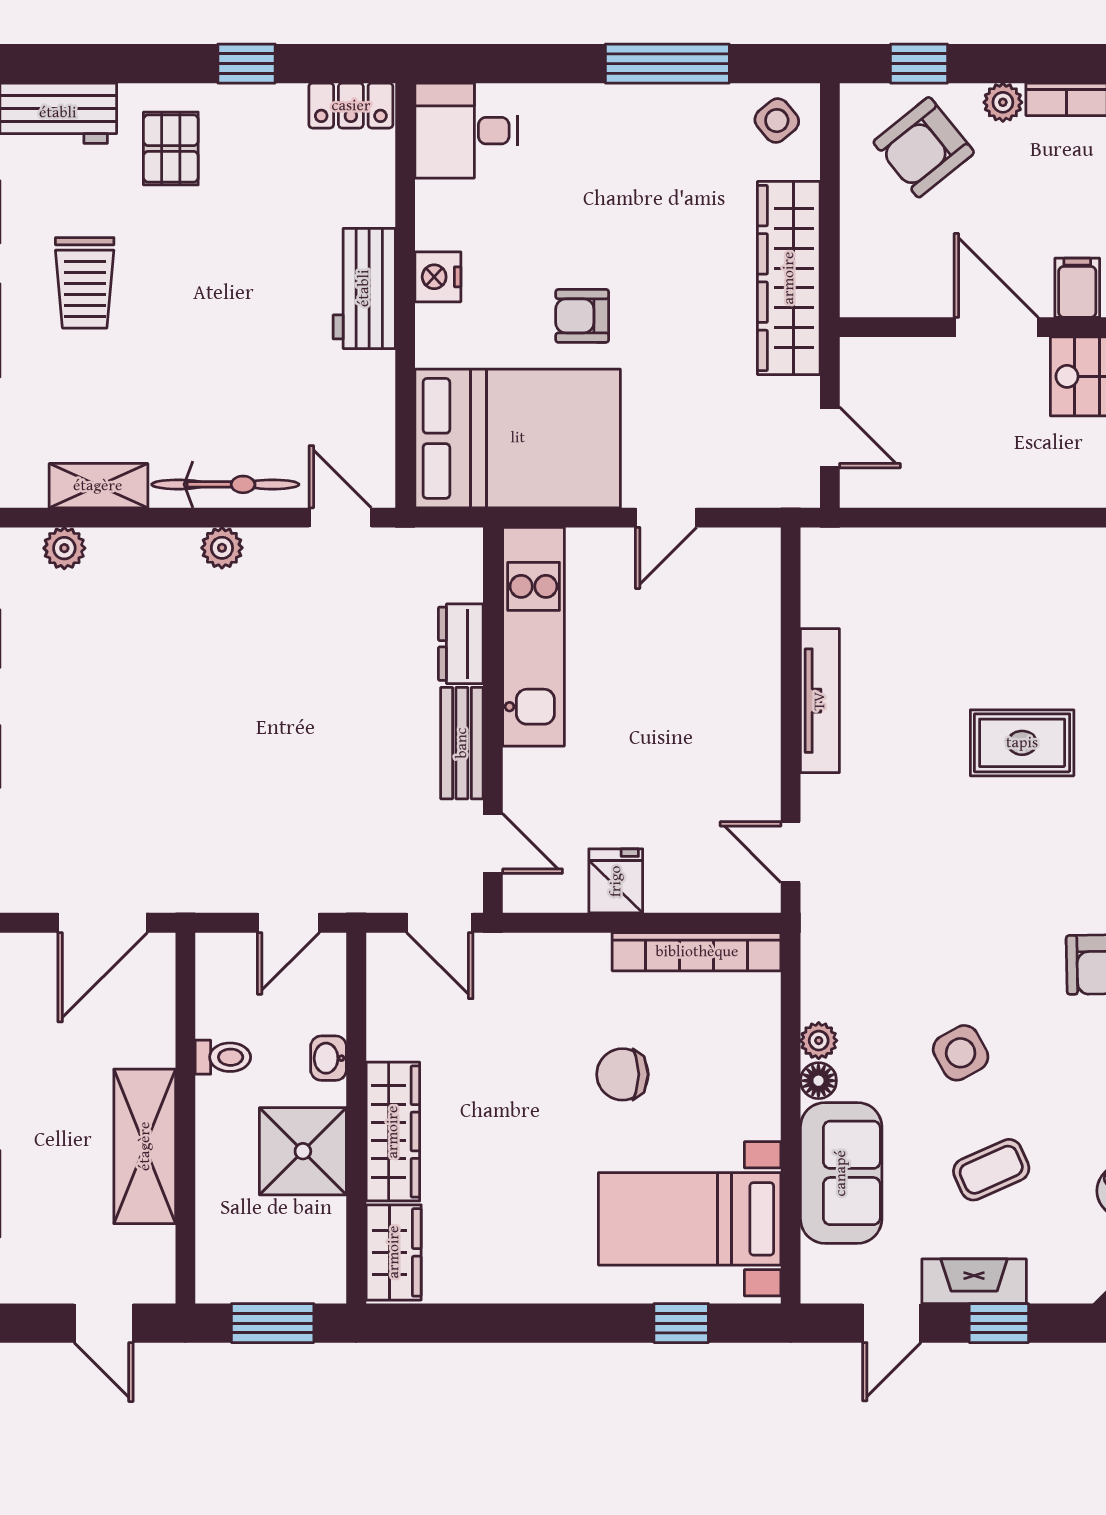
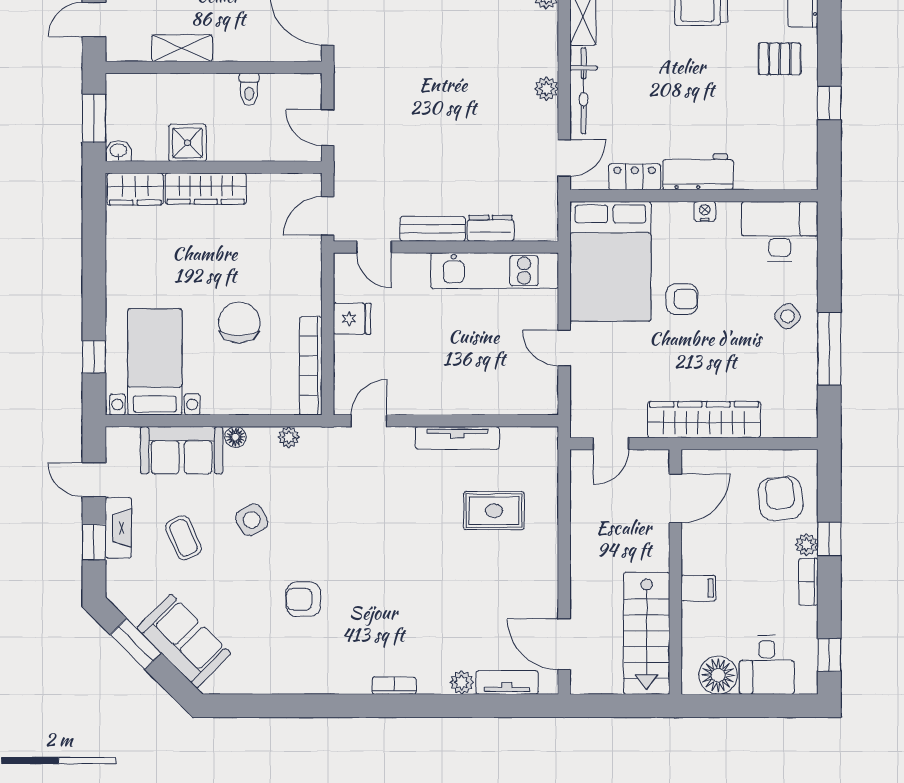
window: (919, 64) -> (829, 539), moved
locker: (351, 106) -> (635, 177), moved, turned 90
side table: (777, 121) -> (787, 316), moved
desk: (466, 131) -> (780, 231), width x1.37
armchair: (924, 147) -> (780, 498), turned 33
nightstand: (438, 277) -> (705, 211), width x0.72, depth x0.74
armchair: (582, 316) -> (682, 299), turned 90
door: (996, 327) -> (675, 498), moved
rug: (1022, 743) -> (494, 511), moved, turned 90
door: (493, 843) -> (374, 247), hinge flipped
plant: (819, 1041) -> (289, 437), moved
washbasin: (329, 1058) -> (118, 151), moved
chair: (622, 1074) -> (239, 323), width x1.37, depth x1.37
shelving: (145, 1146) -> (182, 48), width x0.67, depth x0.75
shower: (303, 1151) -> (187, 143), width x0.73, depth x0.73

